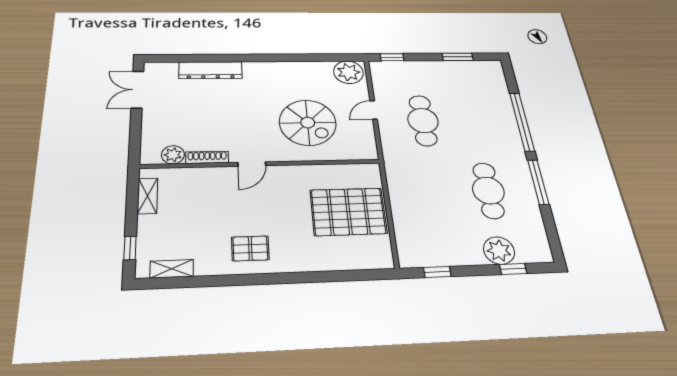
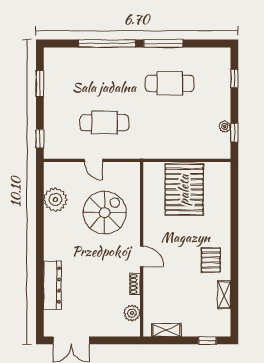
plant: (348, 72) -> (55, 200), moved
shoe rack: (207, 157) -> (135, 284), width x0.70
plant: (499, 251) -> (225, 126), moved, width x0.53, depth x0.53
shelving: (172, 269) -> (224, 295), moved

